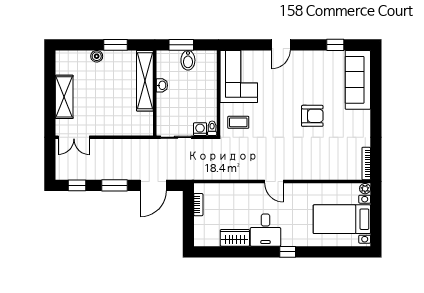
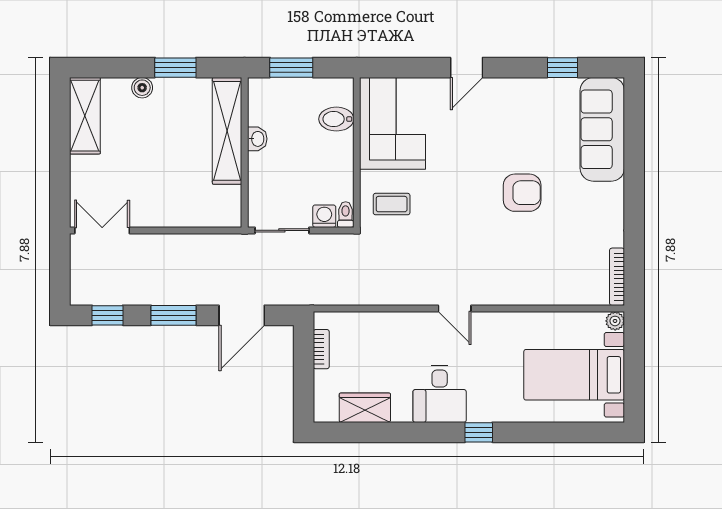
bidet: (188, 60) -> (336, 119), moved, turned 90
shelving: (64, 97) -> (85, 116), moved
double door: (74, 137) -> (102, 230), swing flipped
wardrobe: (235, 238) -> (365, 408), moved

